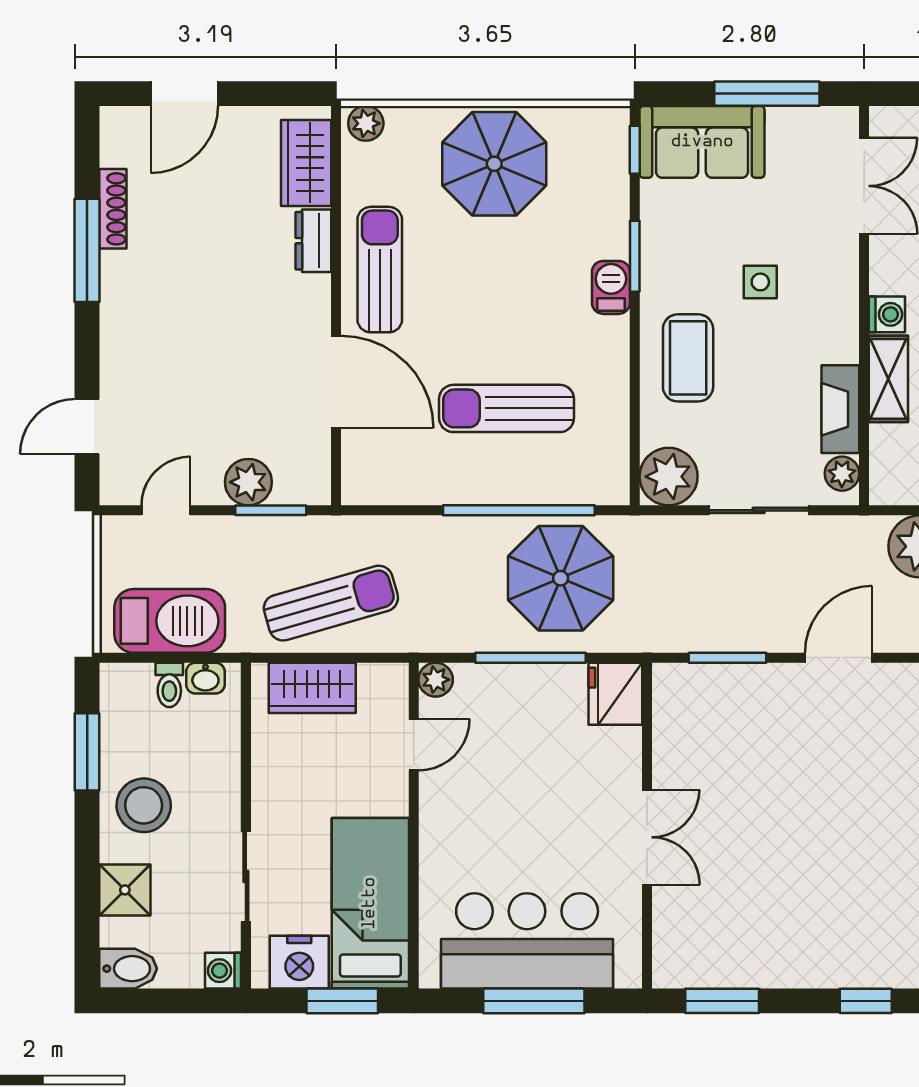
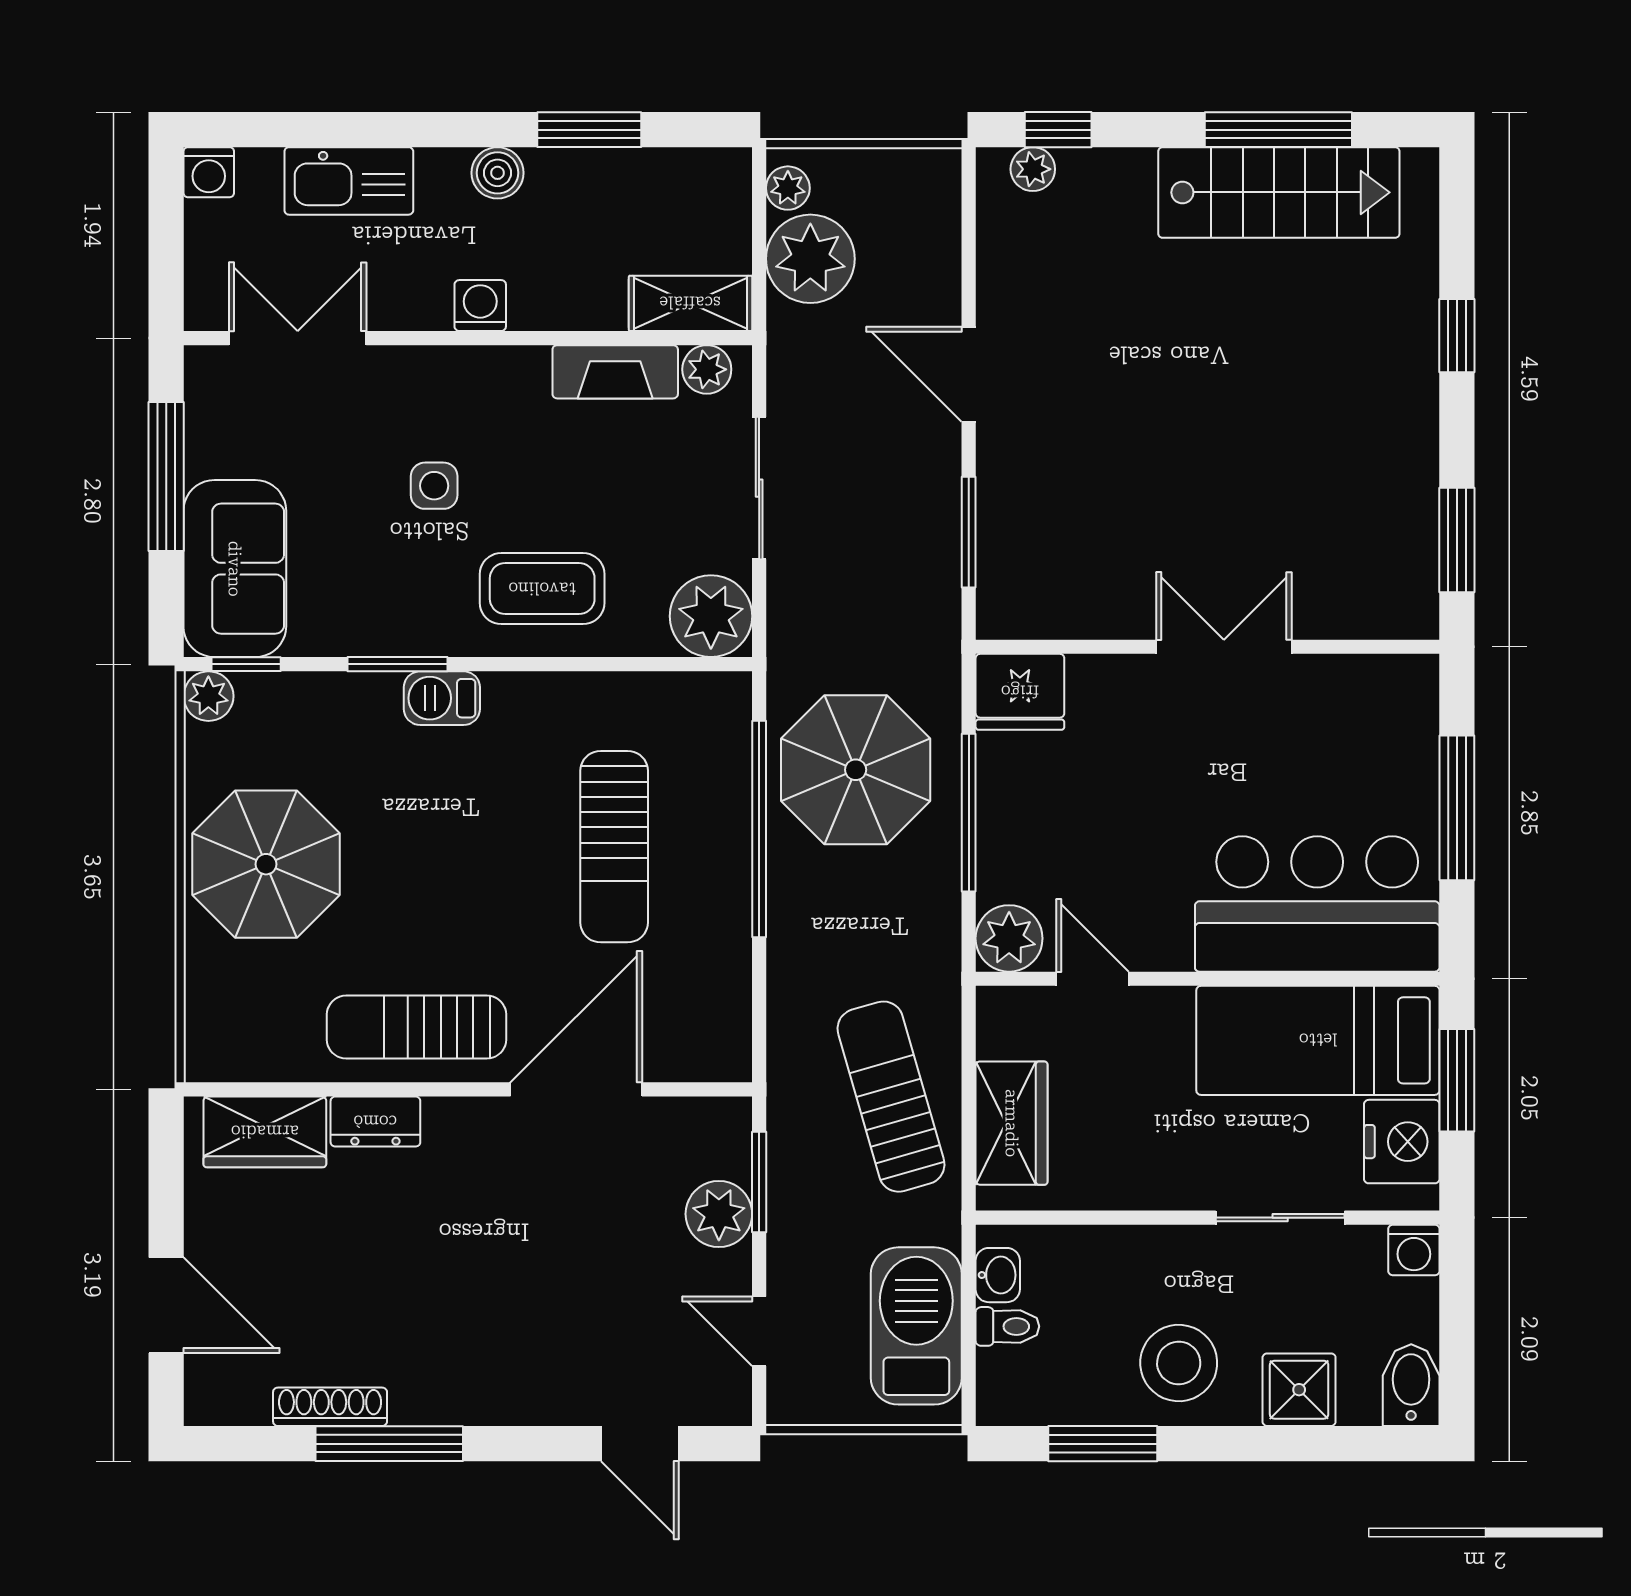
plant: (366, 123) -> (208, 696), moved
shelving: (888, 379) -> (690, 303), moved
plant: (436, 680) -> (1009, 938), width x1.38, depth x1.38
bar counter: (527, 941) -> (1317, 904), moved, turned 90

